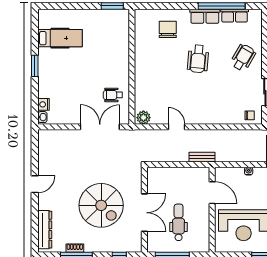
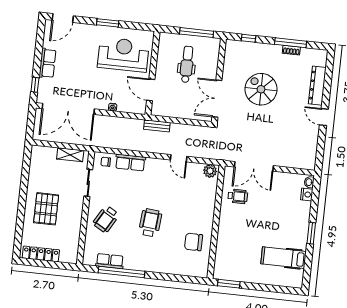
row of seats: (205, 16) -> (130, 163), moved, turned 180
chair: (168, 29) -> (194, 242), moved, turned 90
door: (35, 184) -> (324, 117), hinge flipped
spiral stairs: (101, 205) -> (261, 89), width x0.73, depth x0.73
double door: (144, 213) -> (217, 99), moved
dental chair: (179, 222) -> (187, 64), turned 180
dresser: (45, 230) -> (317, 86), moved

